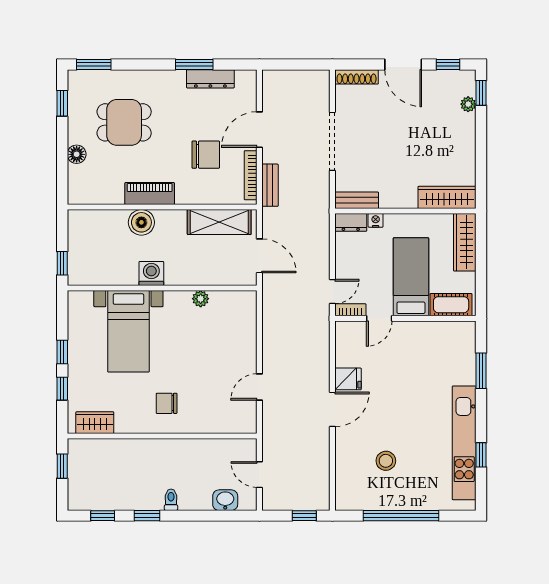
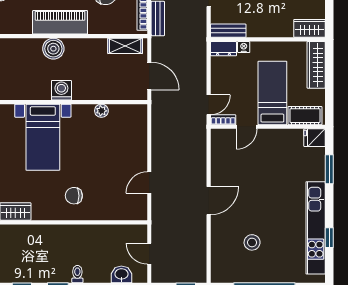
piano: (150, 193) -> (60, 22), width x1.37, depth x1.33
wardrobe: (447, 197) -> (310, 28), width x0.67
shelving: (219, 222) -> (125, 46), width x0.67, depth x0.75
fridge: (348, 379) -> (315, 138), moved, turned 180

